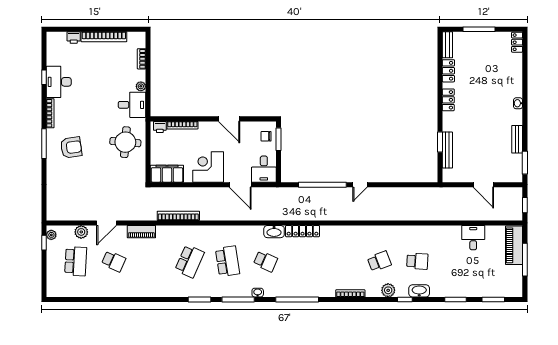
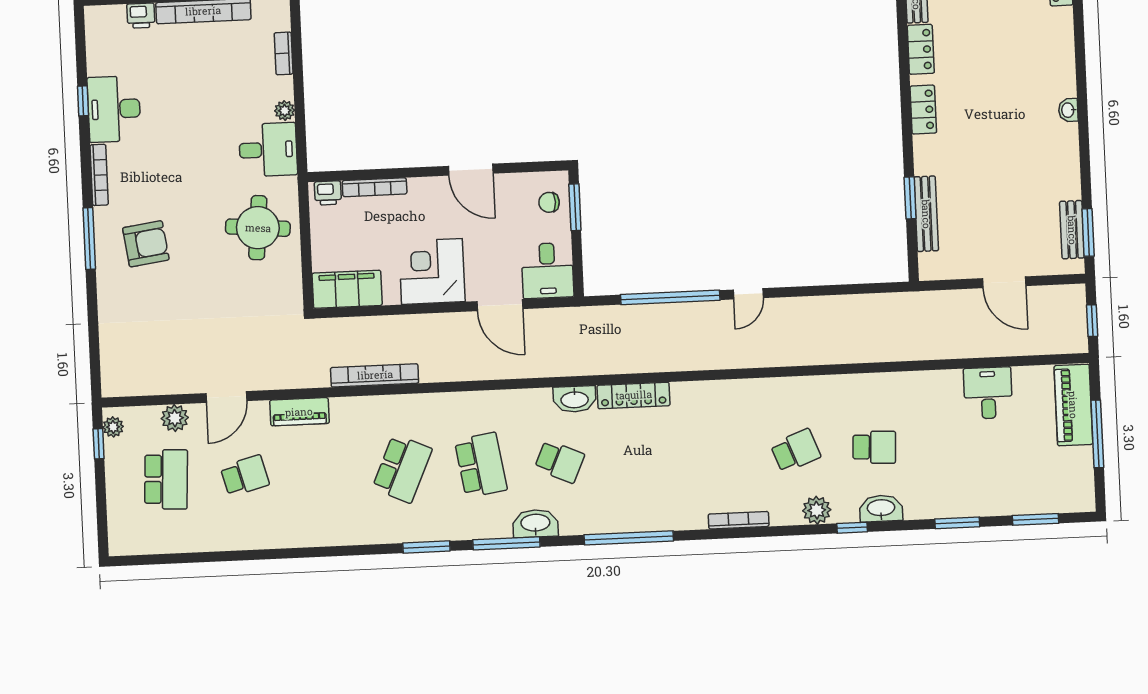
bench: (517, 139) -> (1072, 230), moved
school desk: (114, 261) -> (245, 476), turned -39
washbasin: (258, 293) -> (535, 523), width x1.91, depth x1.45

